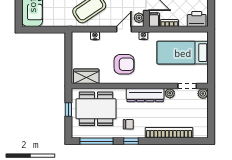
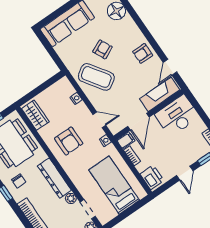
plant: (139, 18) -> (118, 126), removed

